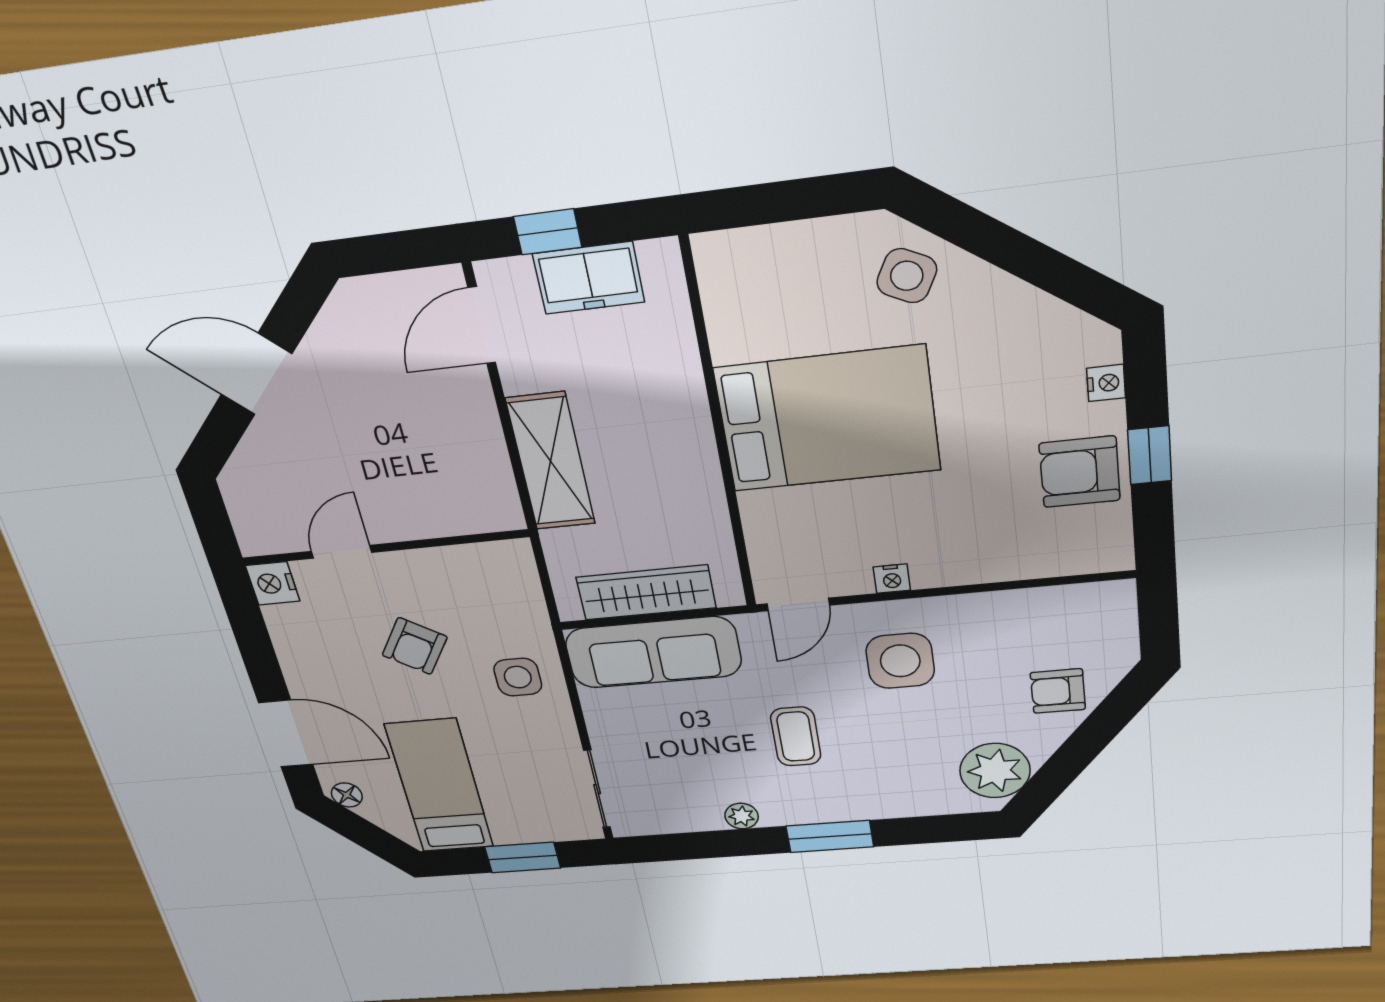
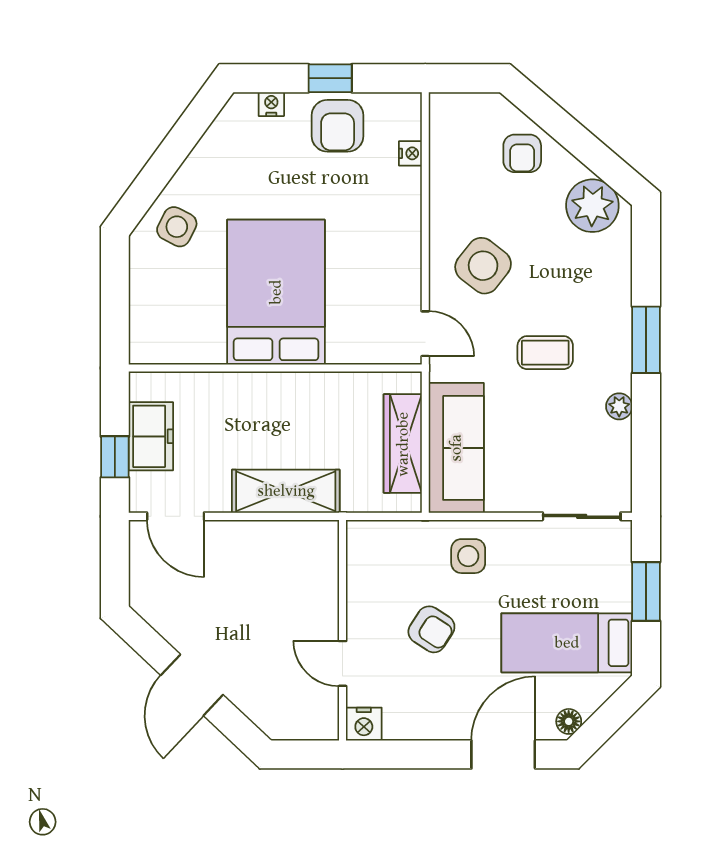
nightstand: (892, 579) -> (410, 153), moved
side table: (900, 661) -> (483, 266), turned 38

